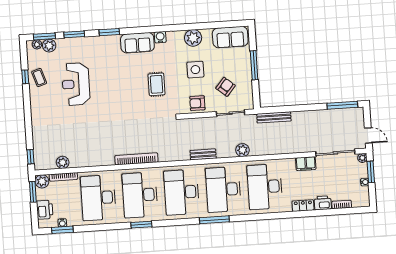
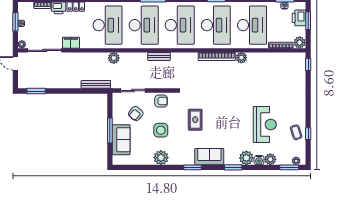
window: (74, 34) -> (193, 167), moved
water cooler: (160, 37) -> (259, 160), moved
sofa: (230, 37) -> (121, 140), moved, turned 90
plant: (95, 44) -> (246, 158), added
plant: (49, 46) -> (270, 159), moved
window: (342, 105) -> (36, 91), width x0.69
plant: (243, 150) -> (114, 58), moved
plant: (63, 162) -> (241, 58), moved
window: (371, 172) -> (15, 22), moved
window: (33, 192) -> (308, 21), moved

